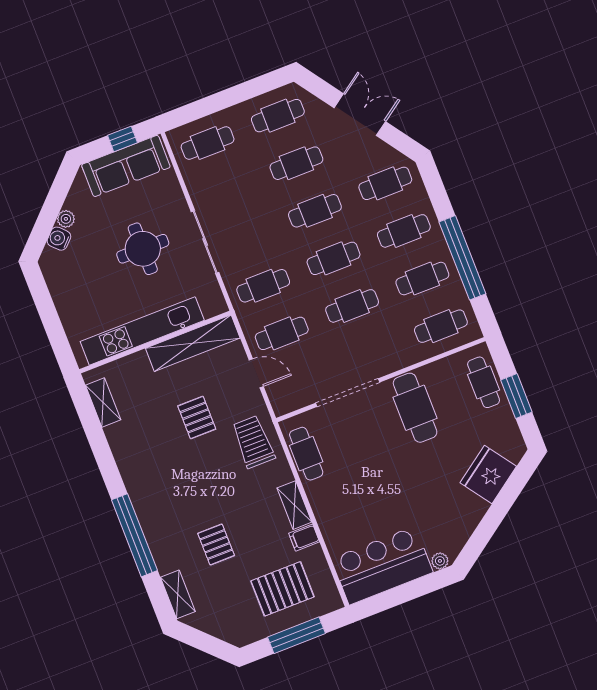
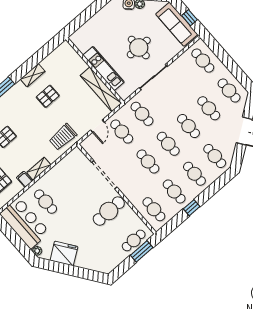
window: (462, 258) -> (192, 208), width x0.32
kitchen unit: (142, 331) -> (104, 68), width x0.73
window: (516, 396) -> (142, 251), moved
shelving: (103, 403) -> (33, 75), moved
pallet: (197, 418) -> (48, 96), moved
trolley: (253, 442) -> (63, 137), turned 180
cafe table: (306, 454) -> (46, 202), moved, turned 90
fridge: (488, 475) -> (64, 254), moved

